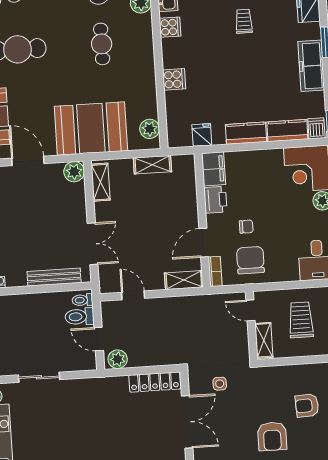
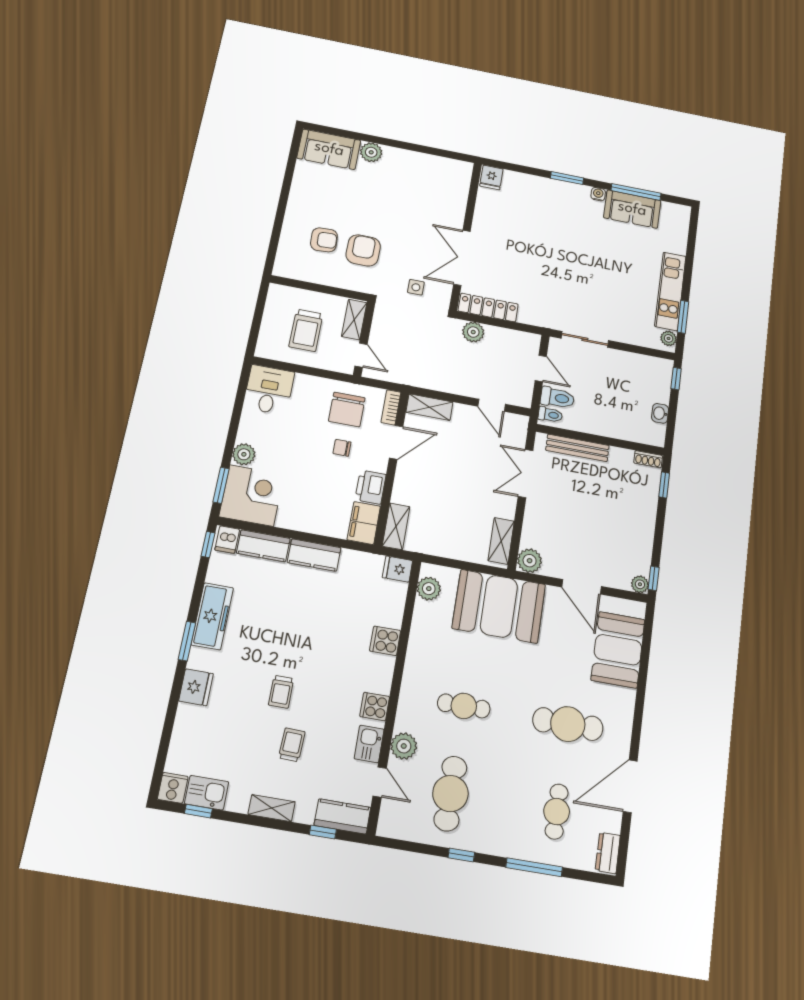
cafe table: (102, 44) -> (464, 706), turned 90
fridge: (202, 135) -> (397, 569), moved, turned 90
shelving: (152, 165) -> (396, 526), moved, turned 90
plant: (118, 359) -> (473, 332), moved
sliding door: (39, 377) -> (585, 339), moved
armchair: (272, 436) -> (363, 250), moved

